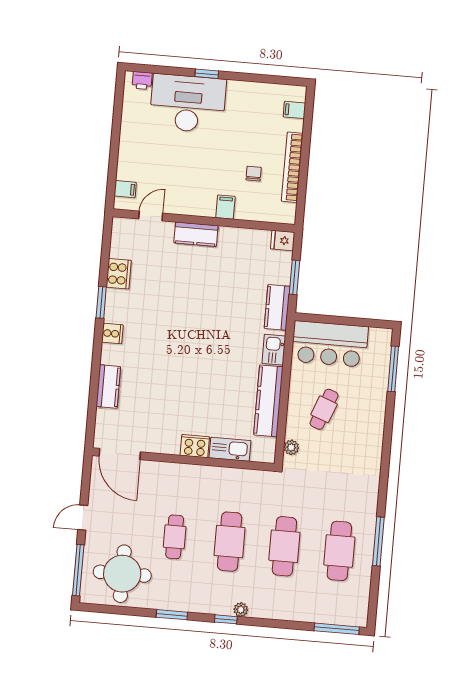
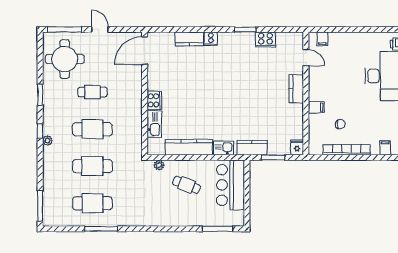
cooker: (112, 333) -> (211, 39), moved

